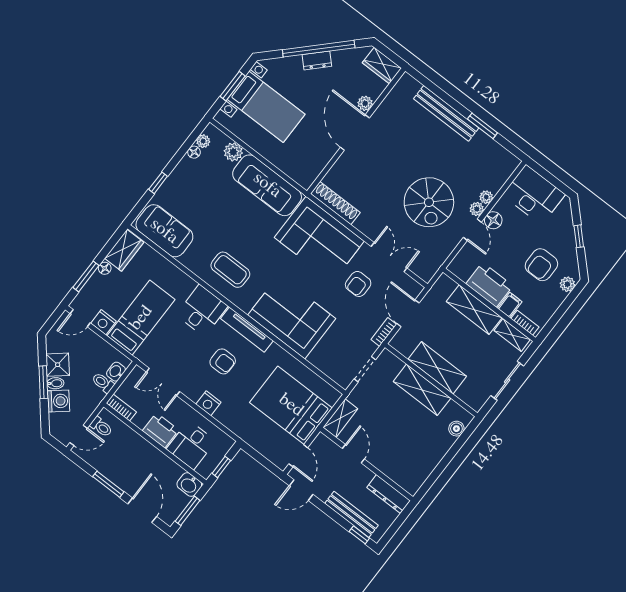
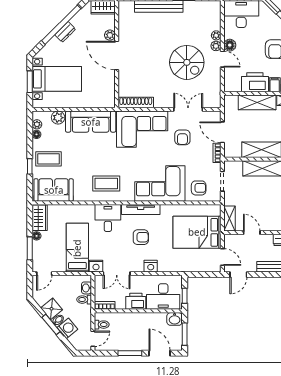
coffee table: (186, 191) -> (48, 159), added
nightstand: (103, 322) -> (96, 266), moved
armchair: (332, 356) -> (199, 188), added
desk: (191, 445) -> (163, 297), width x1.37

